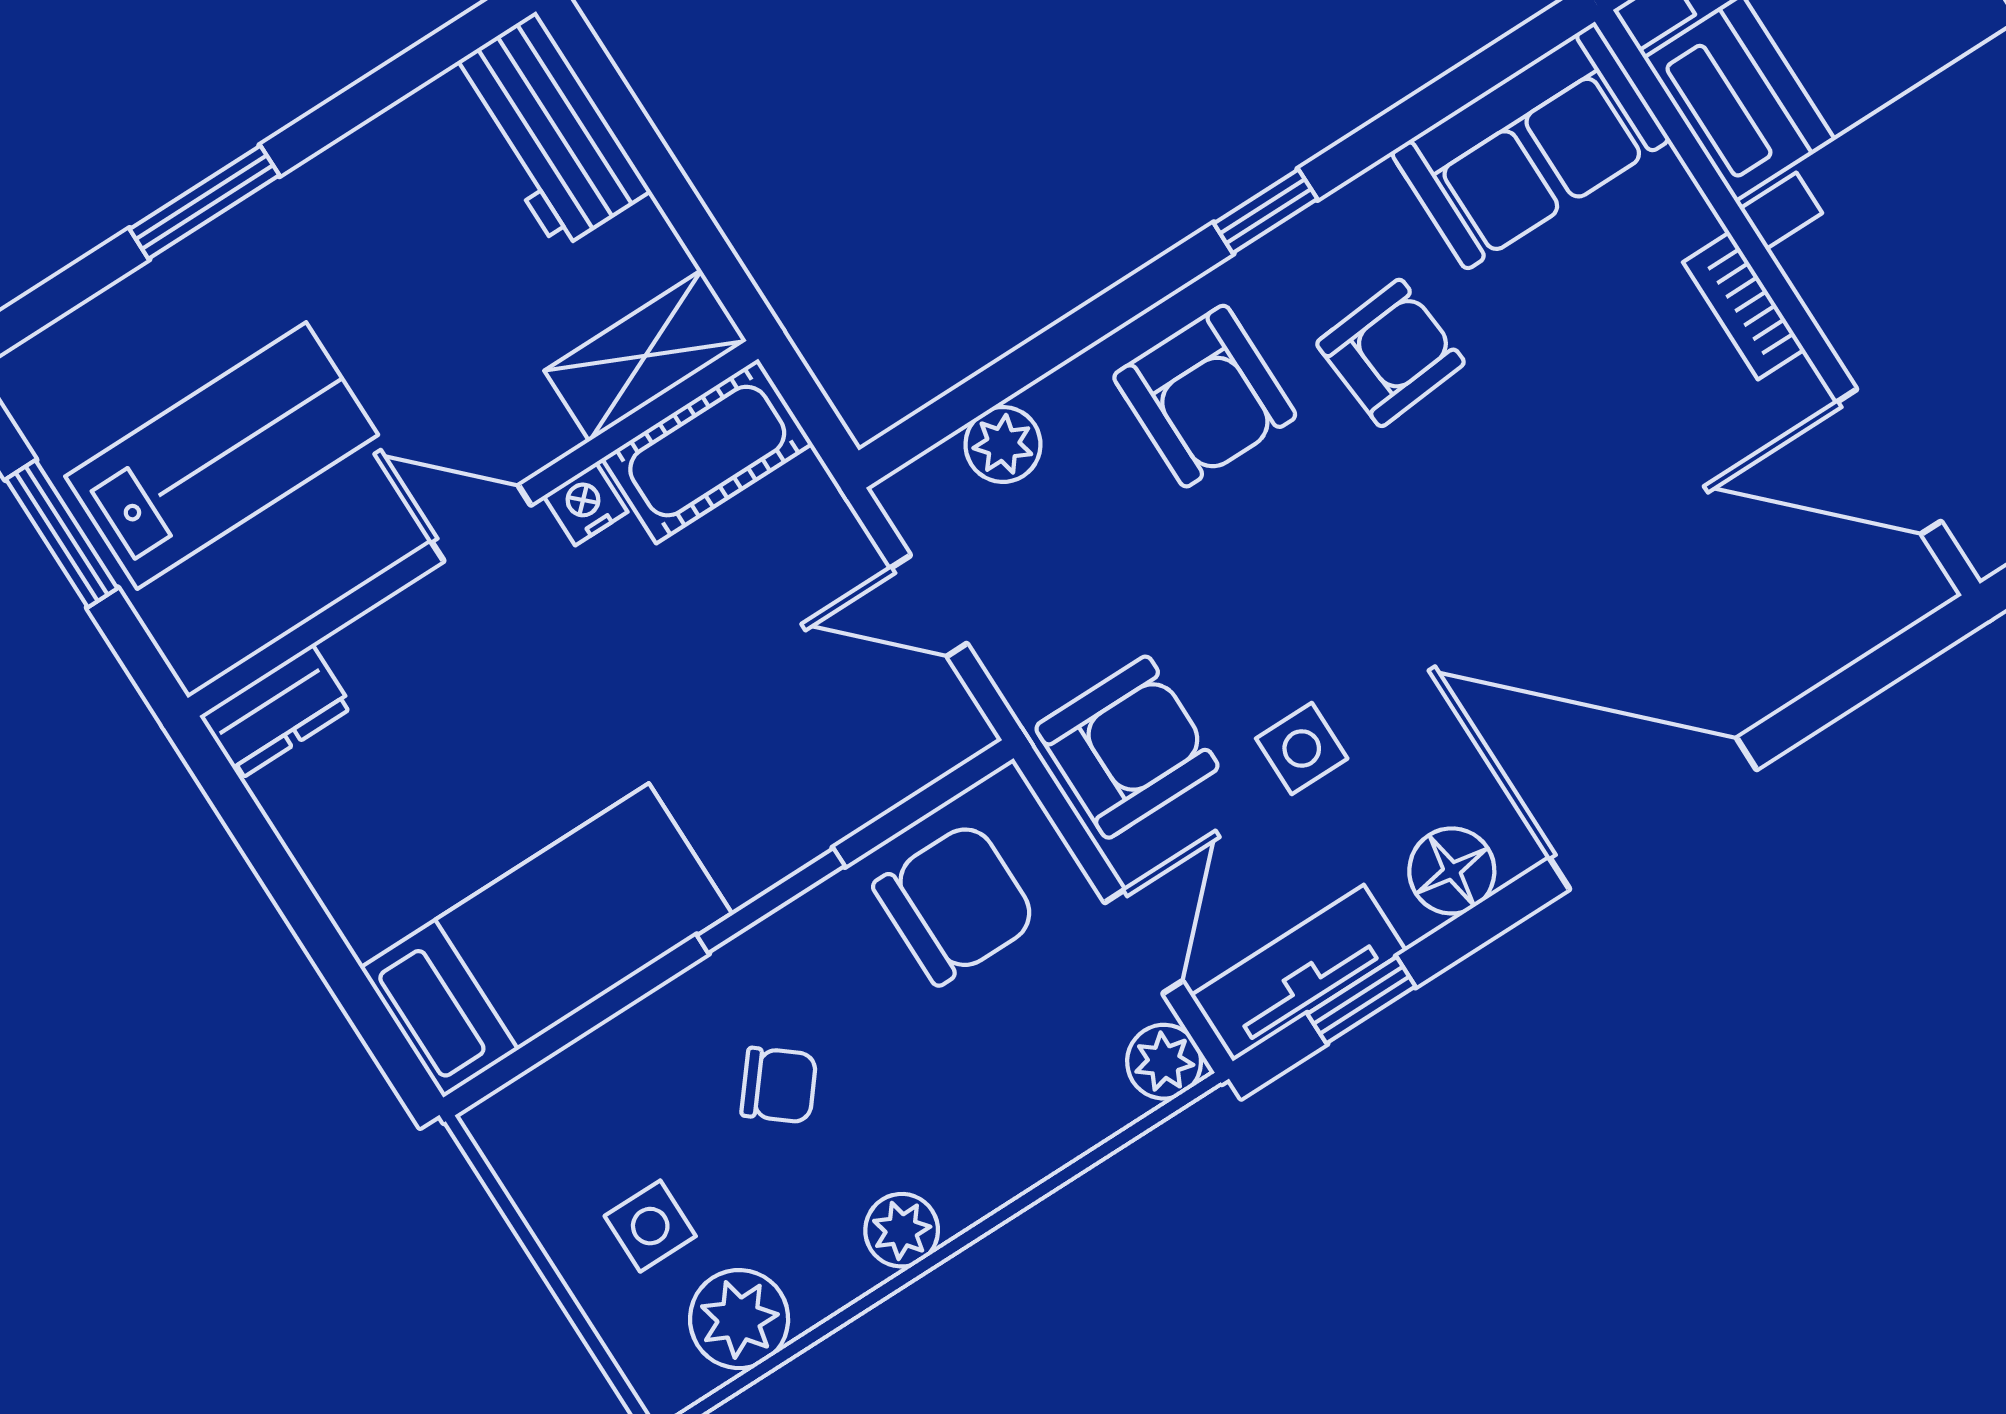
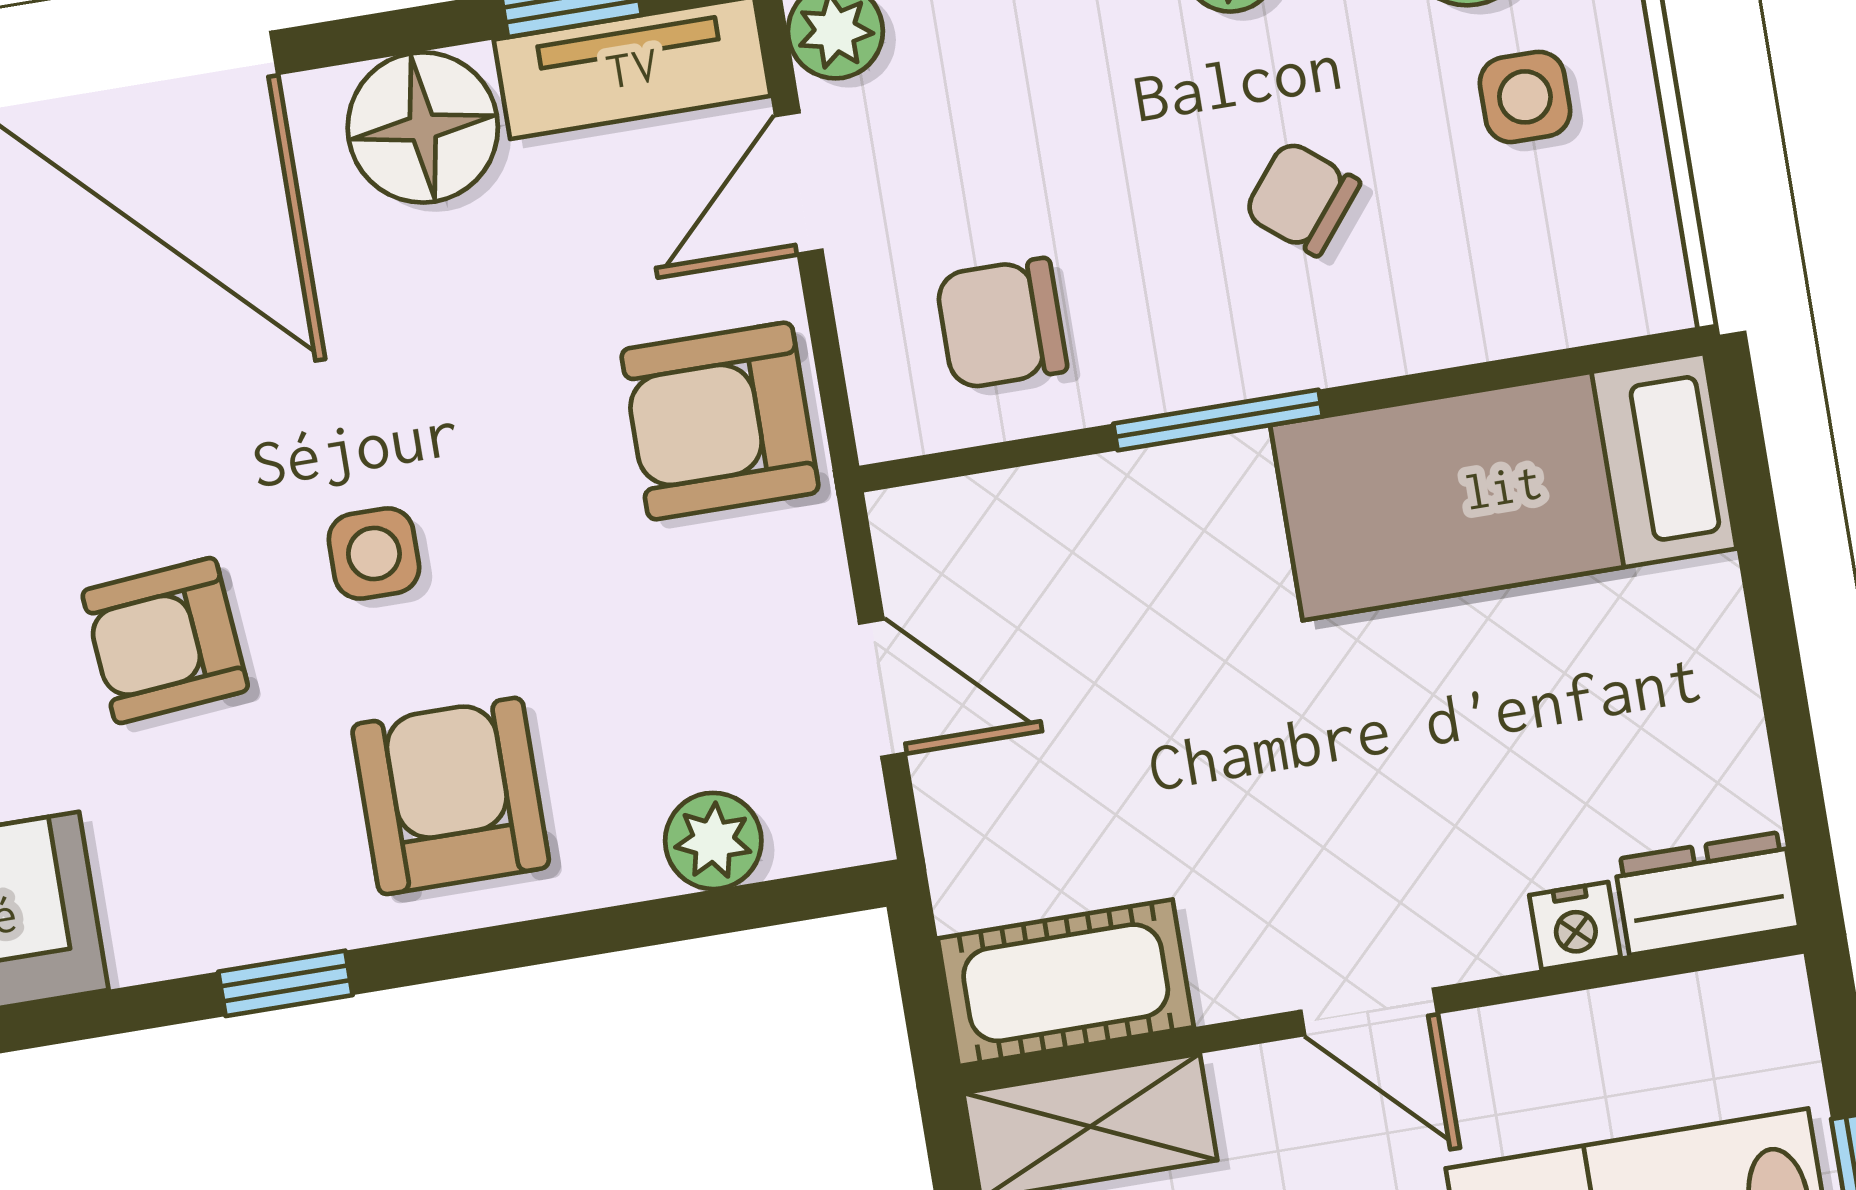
armchair: (1390, 353) -> (165, 641), moved
nightstand: (586, 504) -> (1575, 926), moved
side table: (1302, 749) -> (374, 553), moved
floor lamp: (1452, 871) -> (423, 127), width x1.38, depth x1.38
chair: (955, 903) -> (1001, 324), width x0.73, depth x0.73

